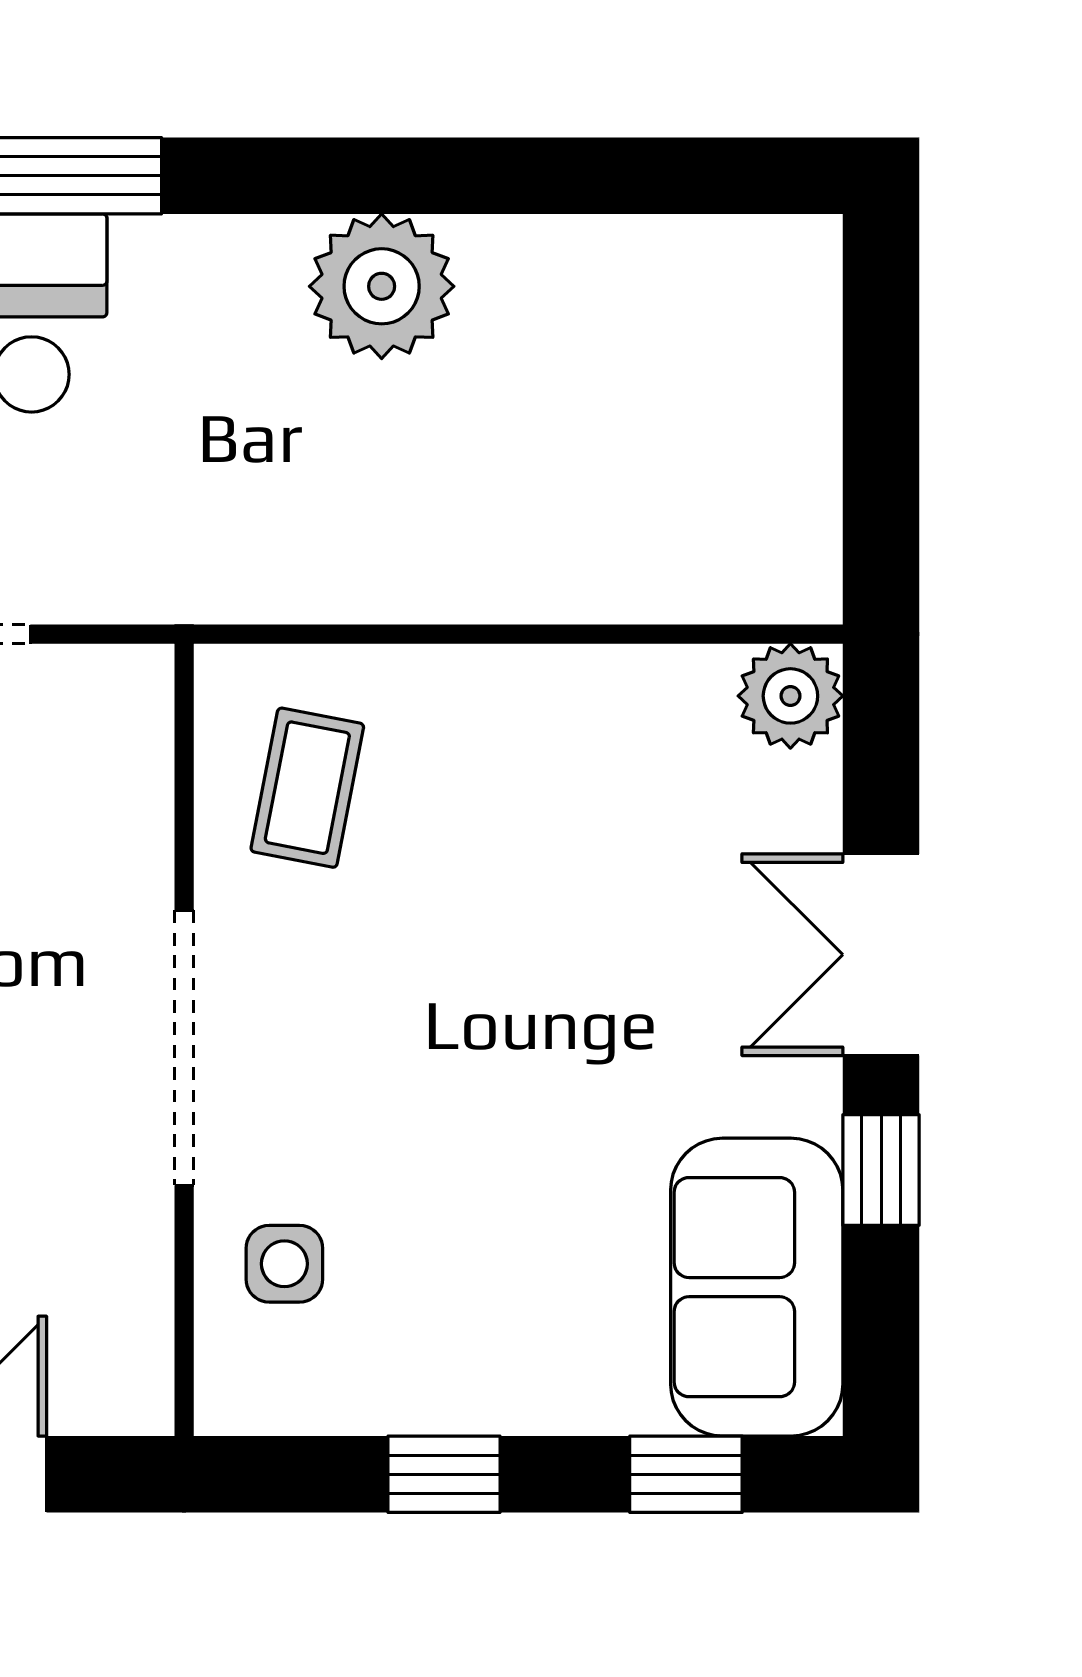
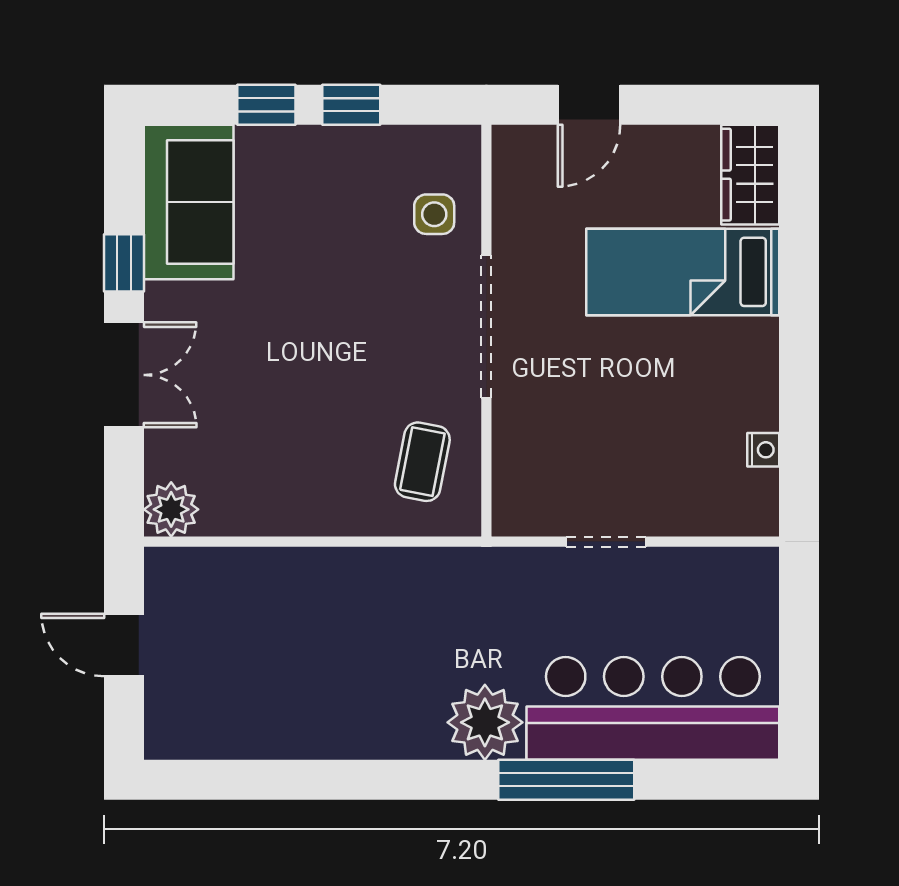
plant: (382, 286) -> (485, 722), moved
door: (881, 435) -> (124, 645), added
window: (686, 1474) -> (266, 105), moved

